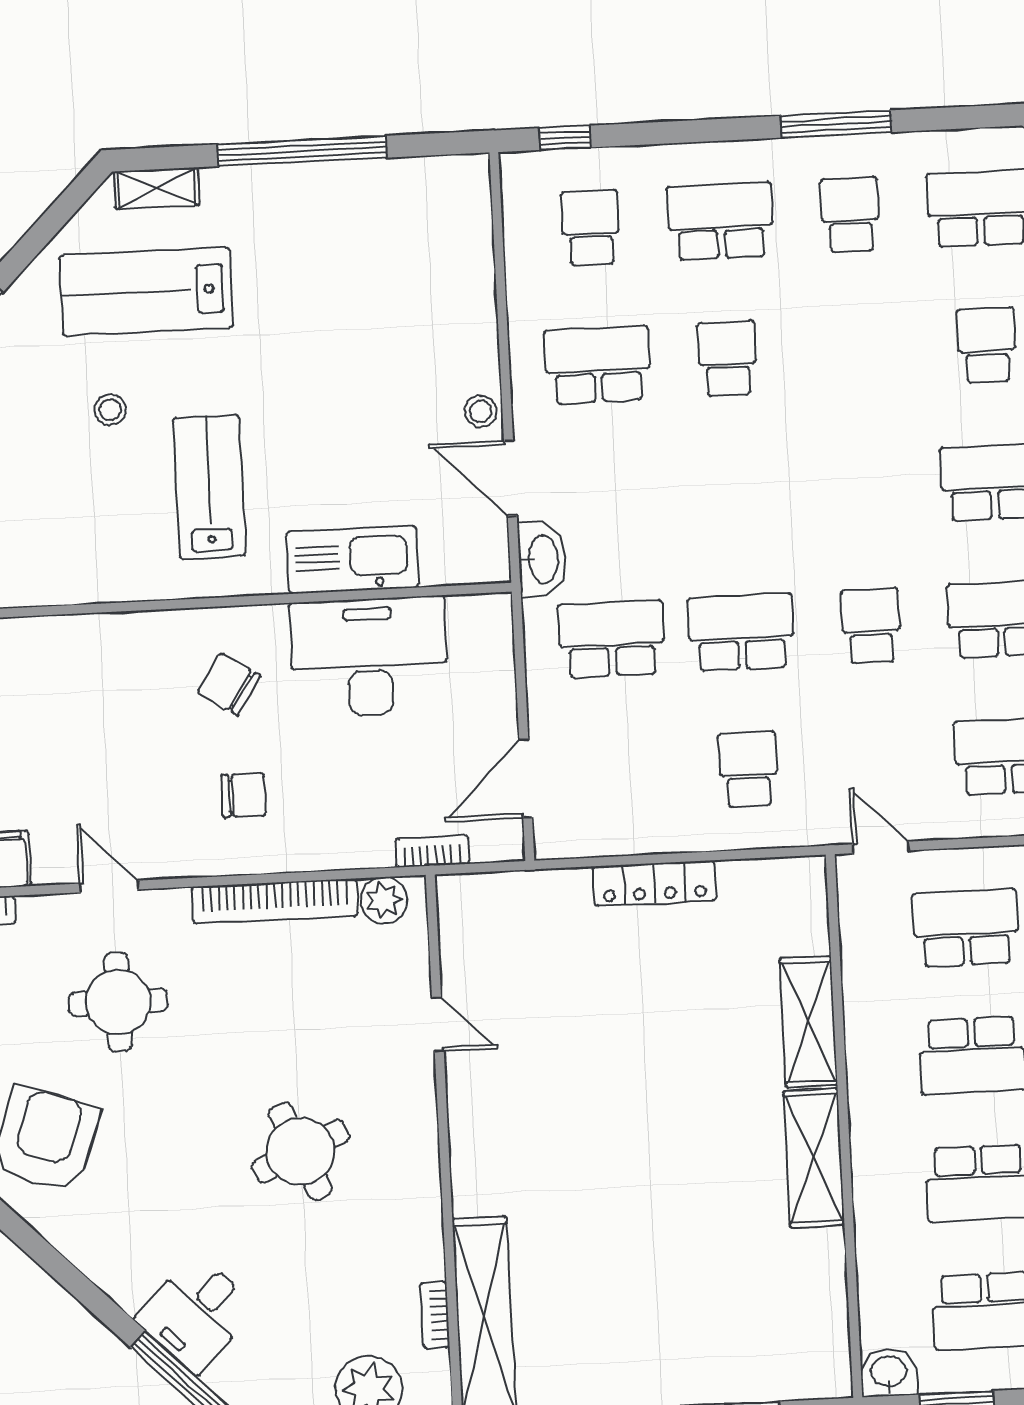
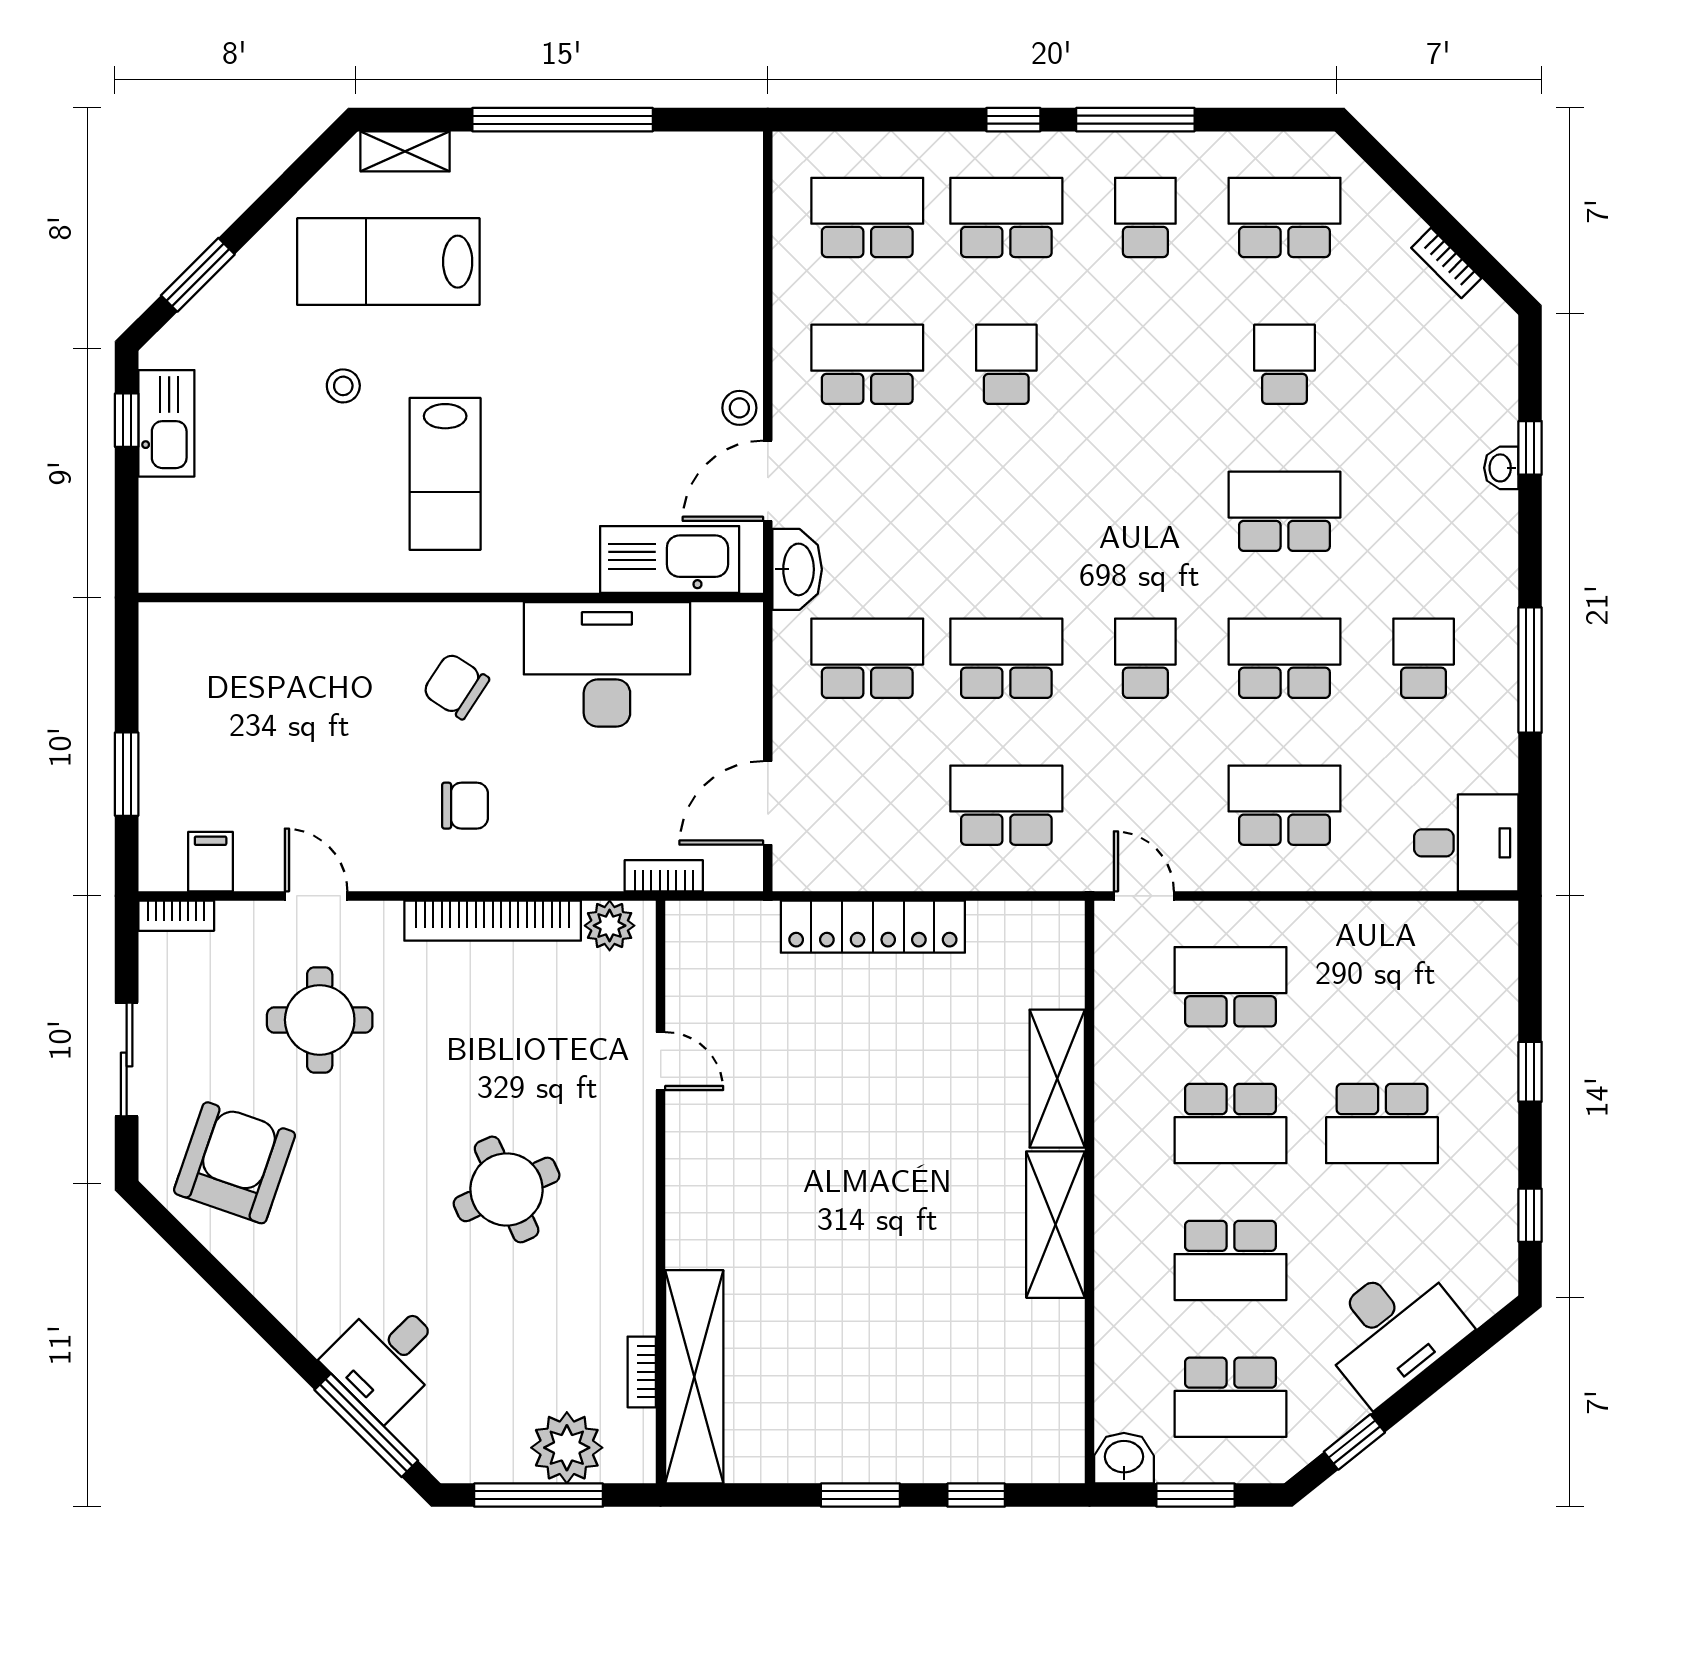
window: (565, 138) -> (1013, 120), moved
school desk: (591, 228) -> (867, 217), width x1.85
door: (510, 478) -> (768, 481), hinge flipped
lab bench: (209, 487) -> (445, 474), turned 180
kitchen sink: (353, 560) -> (670, 559), moved
school desk: (748, 769) -> (1006, 805), width x1.85
locker: (654, 883) -> (873, 927), width x1.41, depth x1.21

